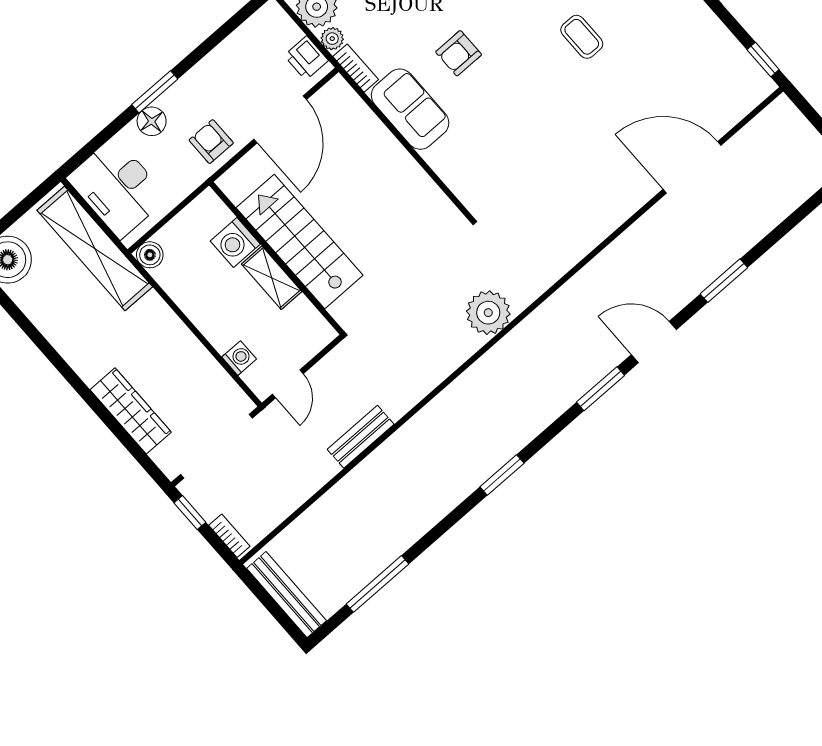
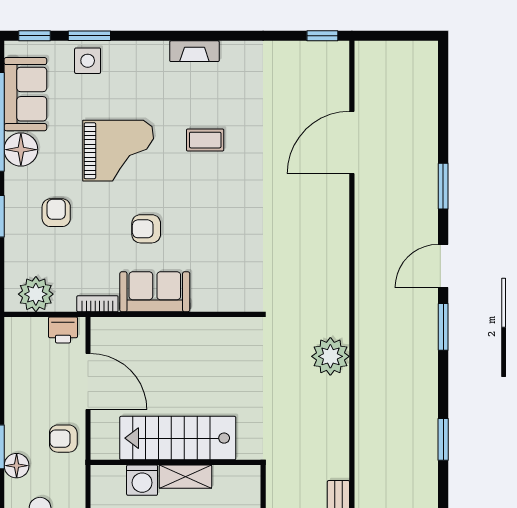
plant: (332, 39) -> (65, 302), removed
armchair: (459, 53) -> (146, 229), turned 90

